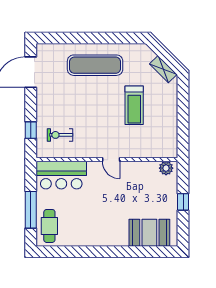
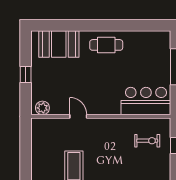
door: (111, 160) -> (78, 116), moved
cafe table: (49, 226) -> (106, 45), moved, turned 90

